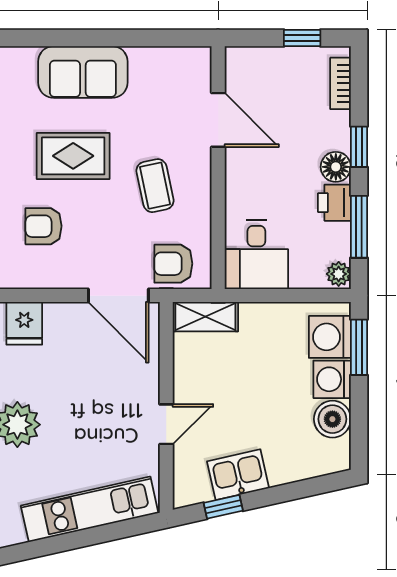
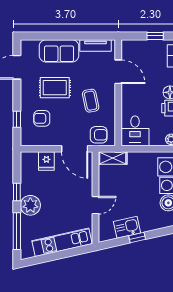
tv unit: (166, 60) -> (95, 46), added
armchair: (173, 264) -> (99, 135), turned 180
fridge: (24, 323) -> (46, 161), moved
window: (223, 507) -> (137, 238), moved

